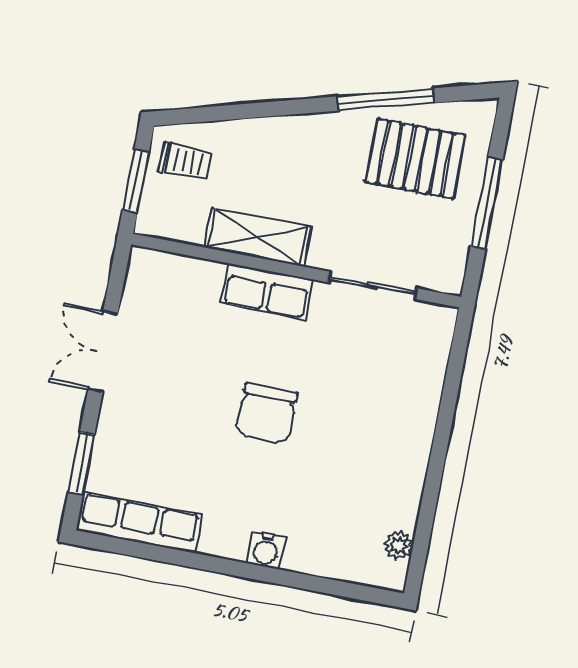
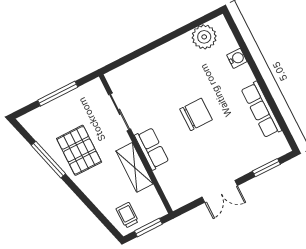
pallet: (415, 159) -> (79, 150), moved
row of seats: (139, 523) -> (261, 110), moved
plant: (399, 545) -> (204, 37), width x1.88, depth x1.88
water cooler: (266, 550) -> (237, 58), moved

